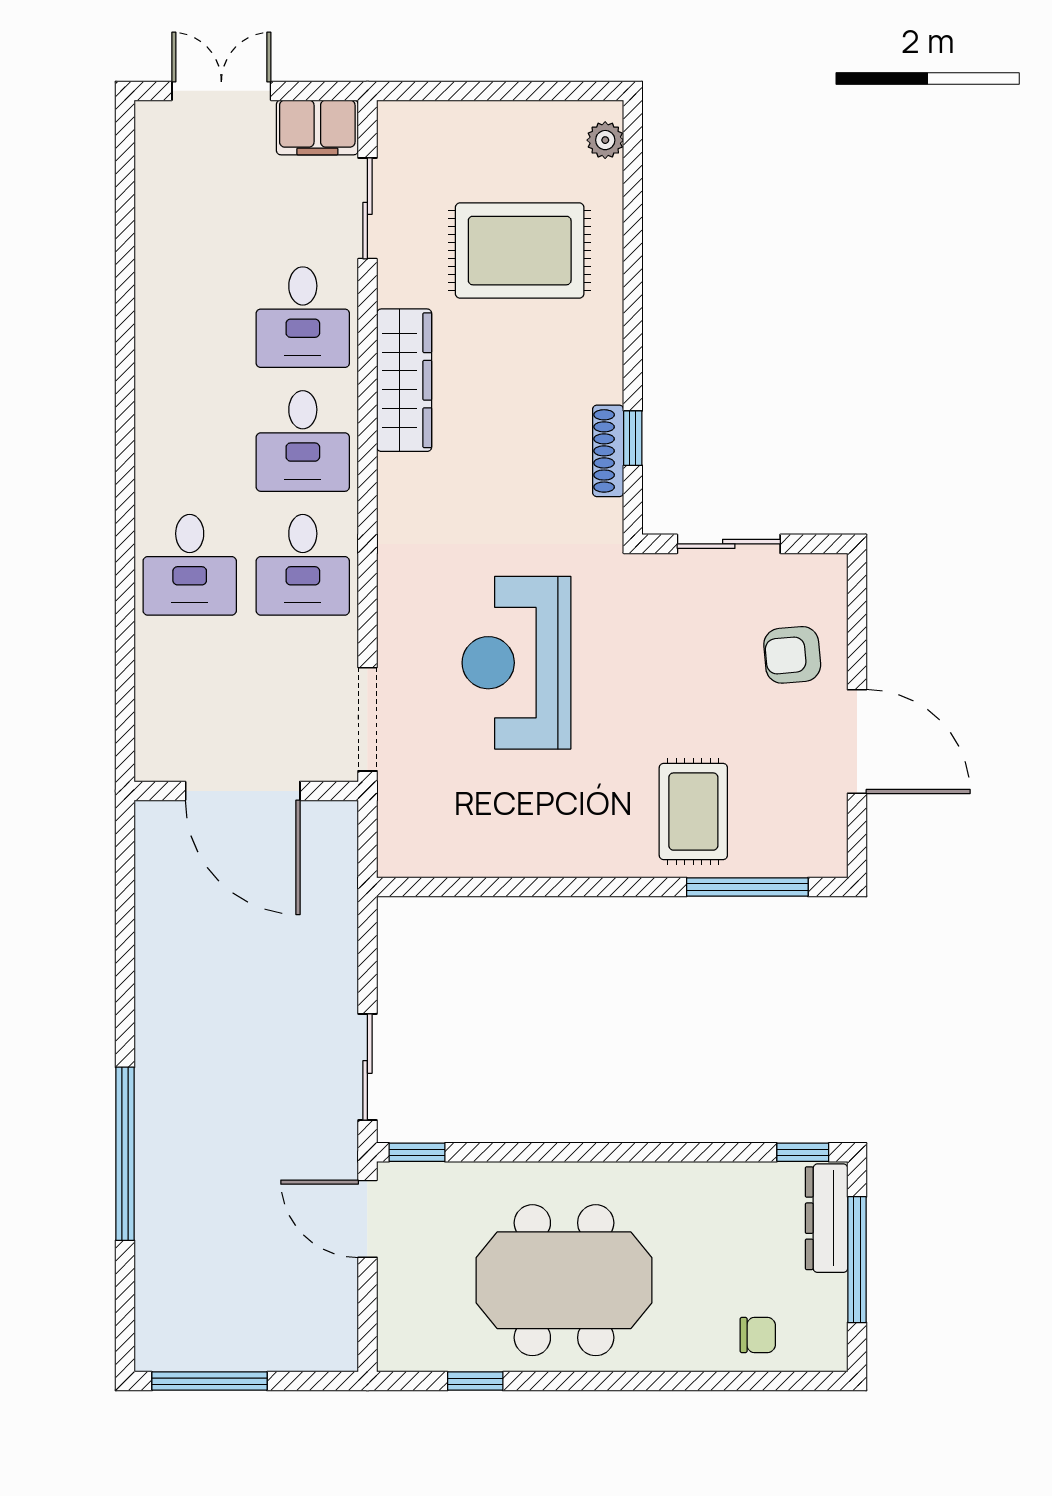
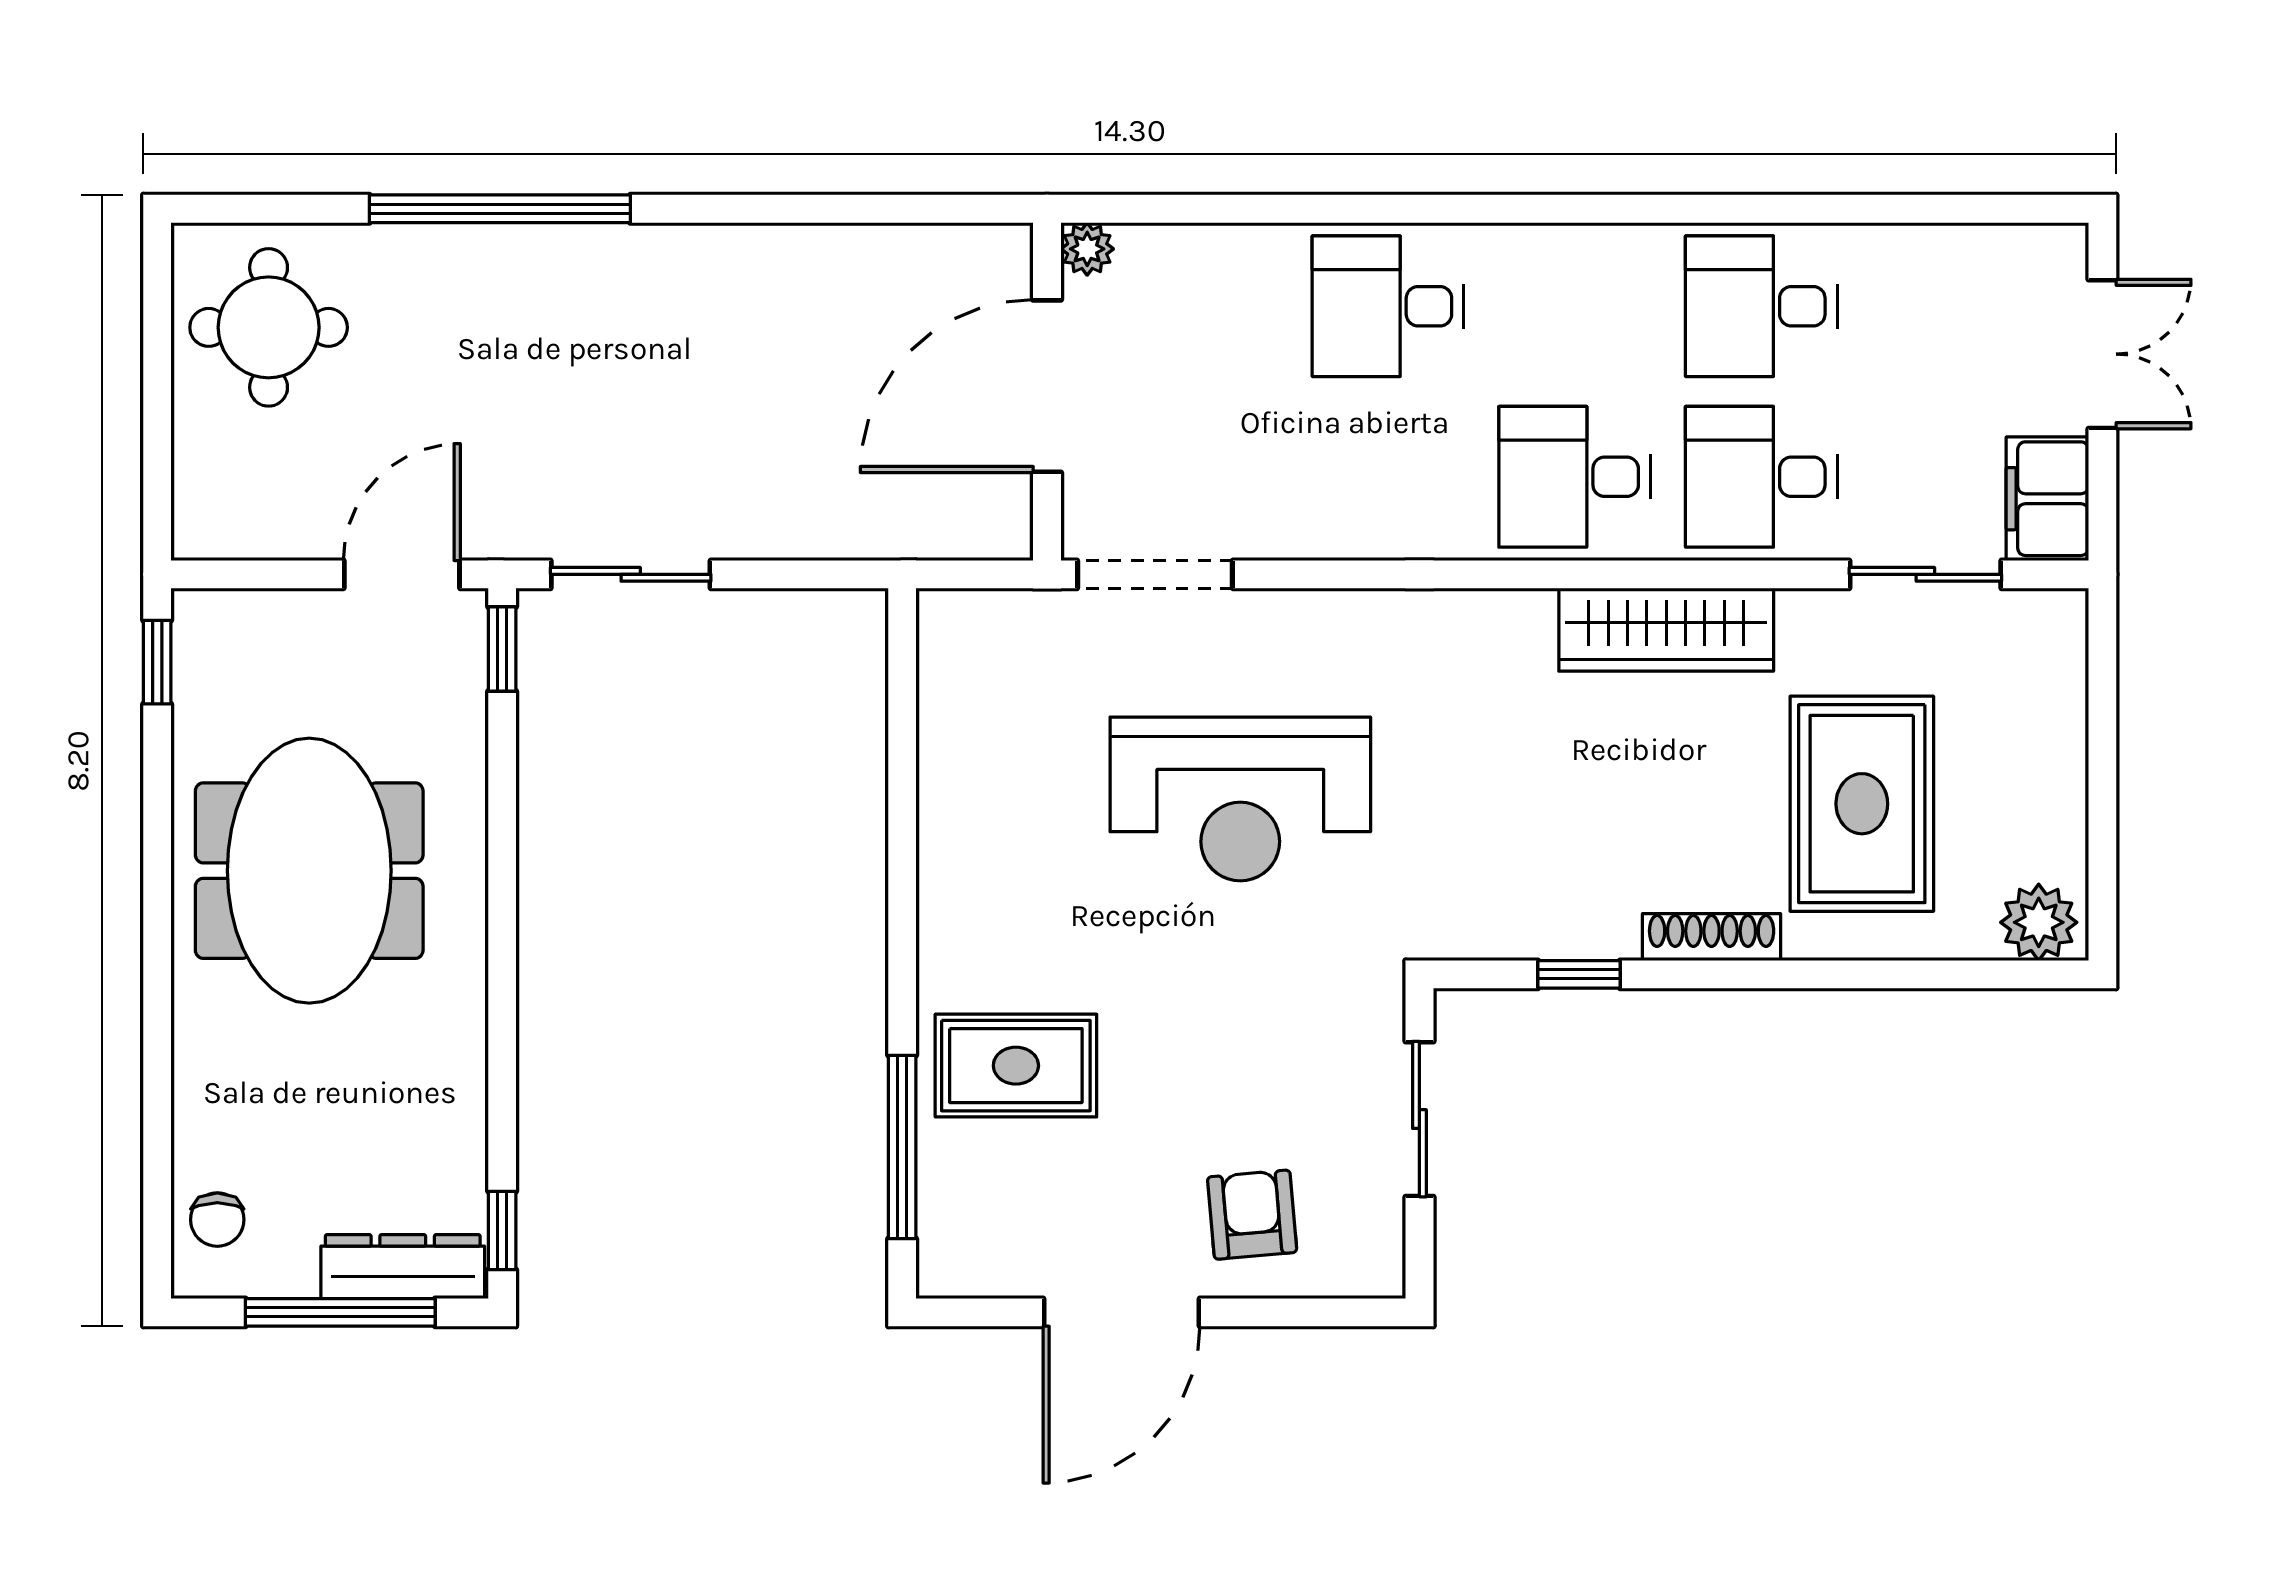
plant: (605, 140) -> (2039, 922), width x1.38, depth x1.38
shoe rack: (608, 451) -> (1712, 937), moved
desk: (303, 565) -> (1761, 306), moved
reception desk: (516, 663) -> (1240, 799), turned 180
plant: (152, 764) -> (1087, 249), added
round table: (204, 1307) -> (269, 327), added
chair: (758, 1335) -> (217, 1220), moved
window: (210, 1381) -> (157, 336), removed
window: (475, 1381) -> (157, 662), moved

